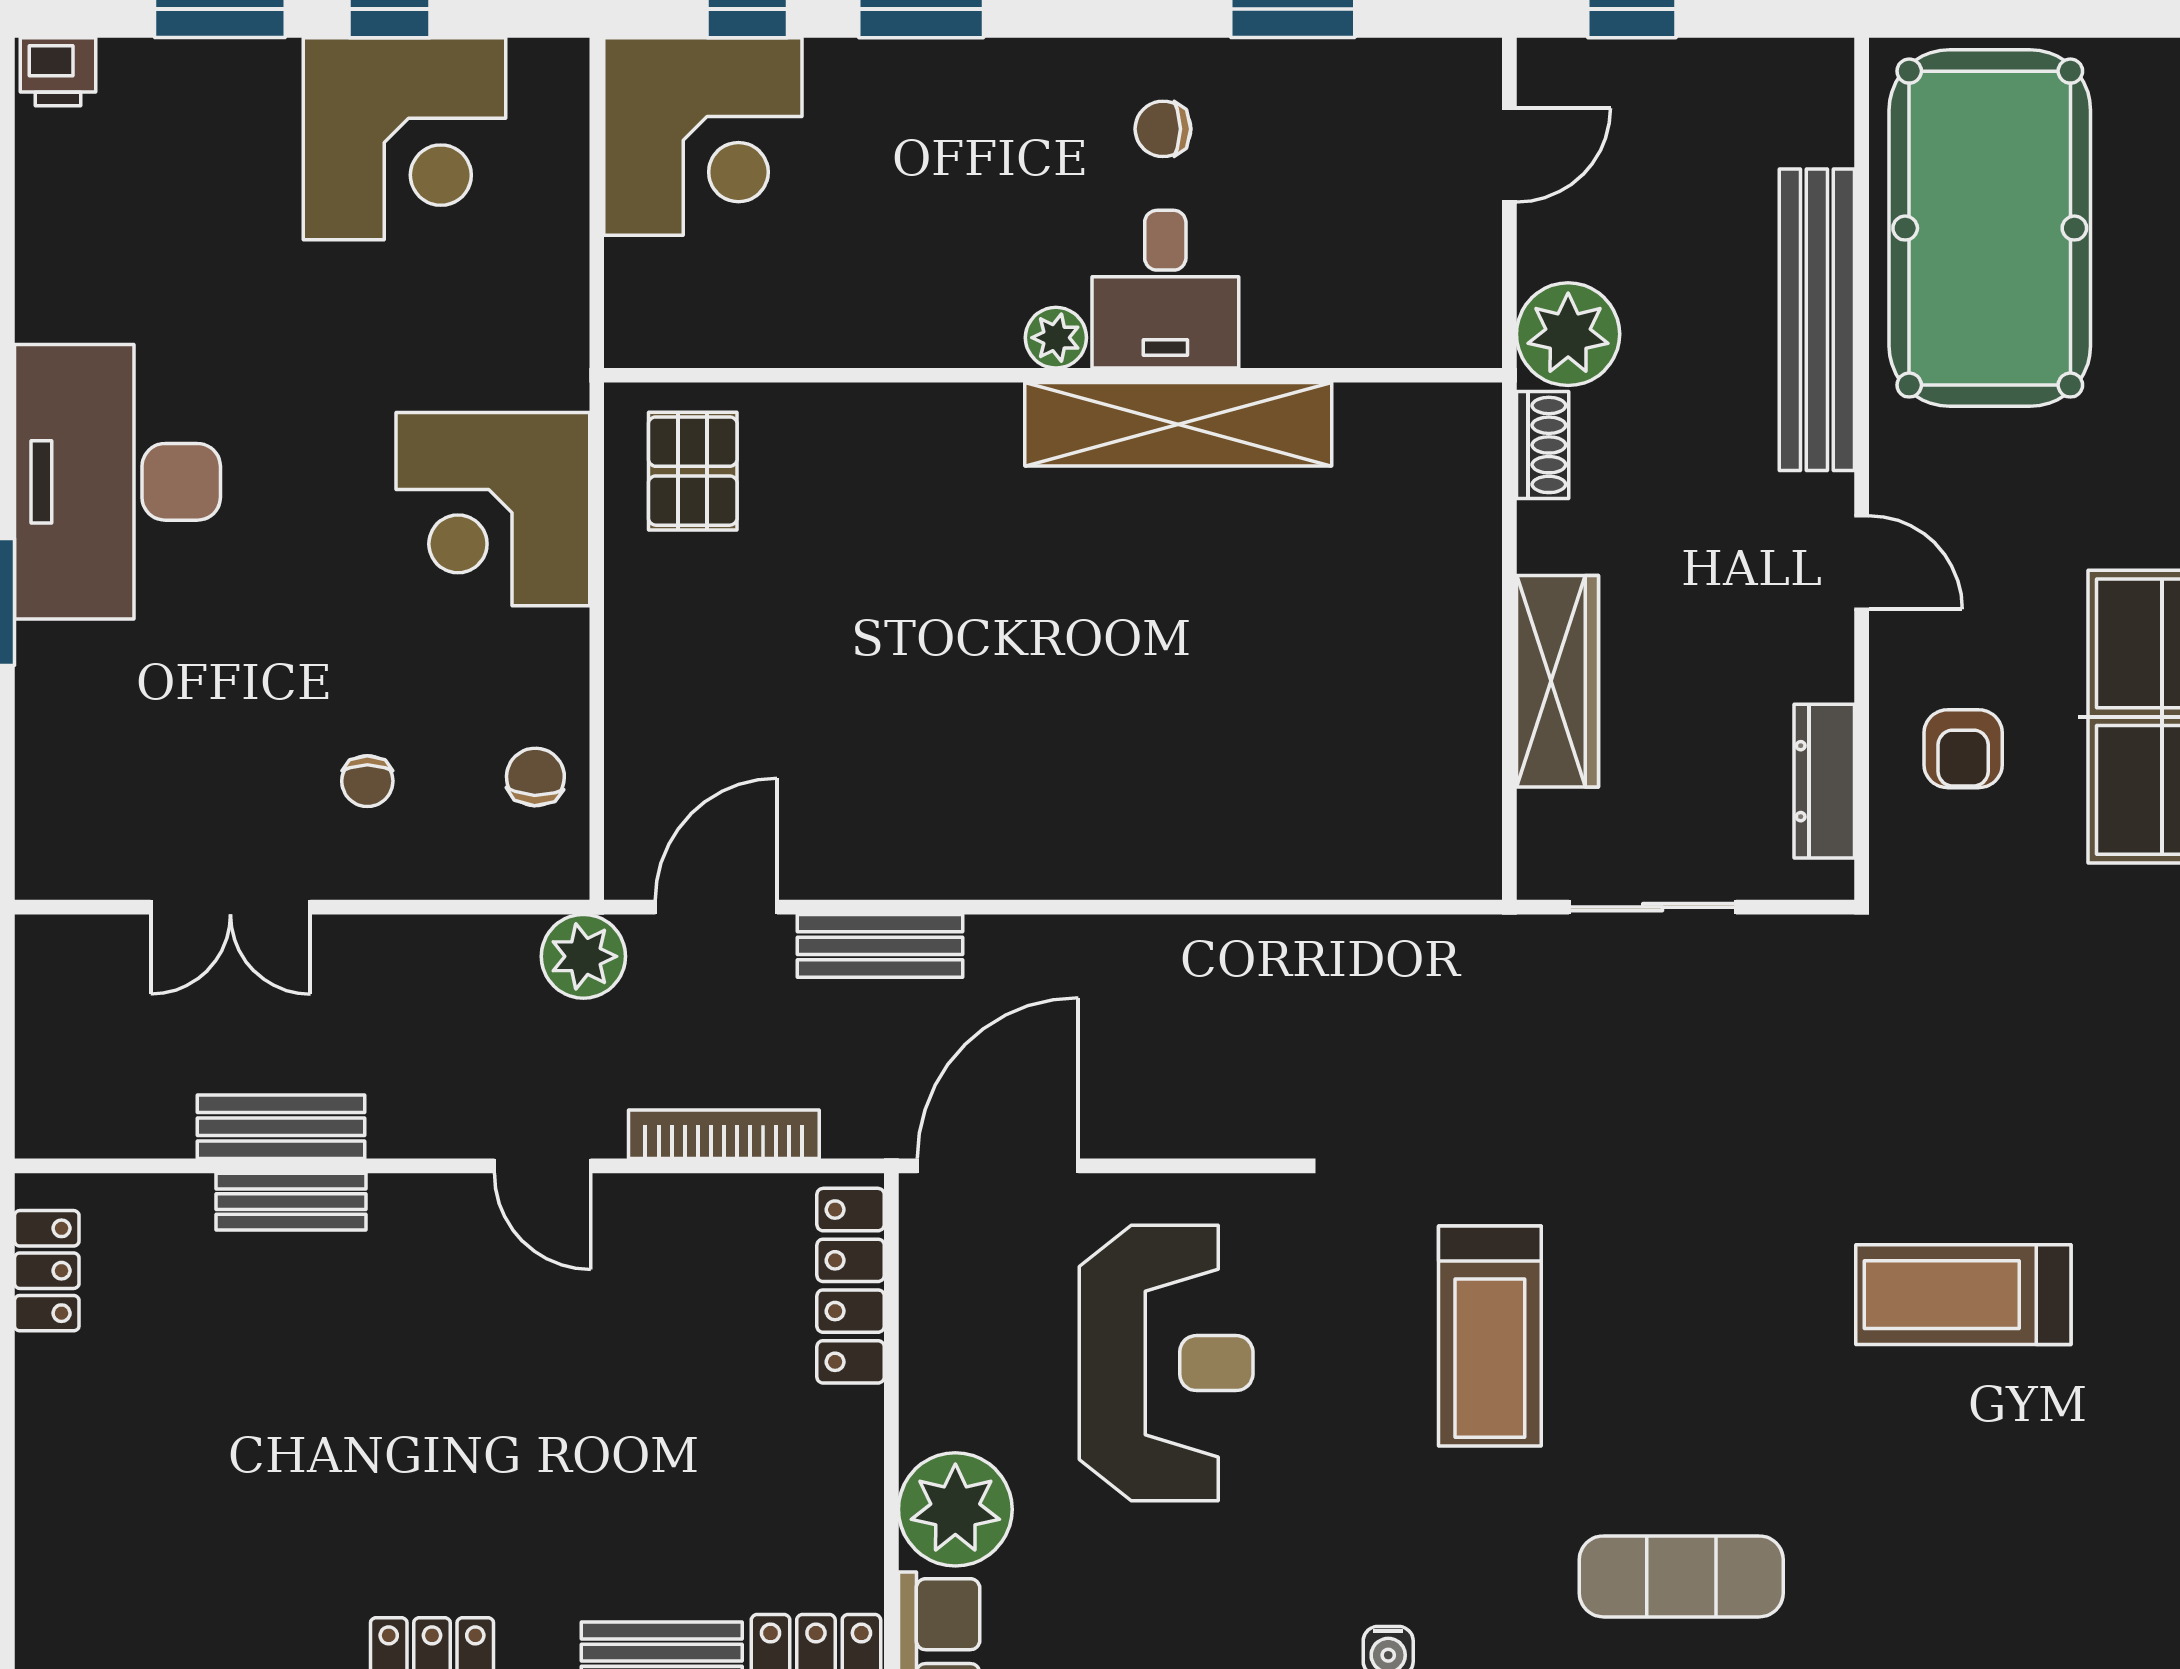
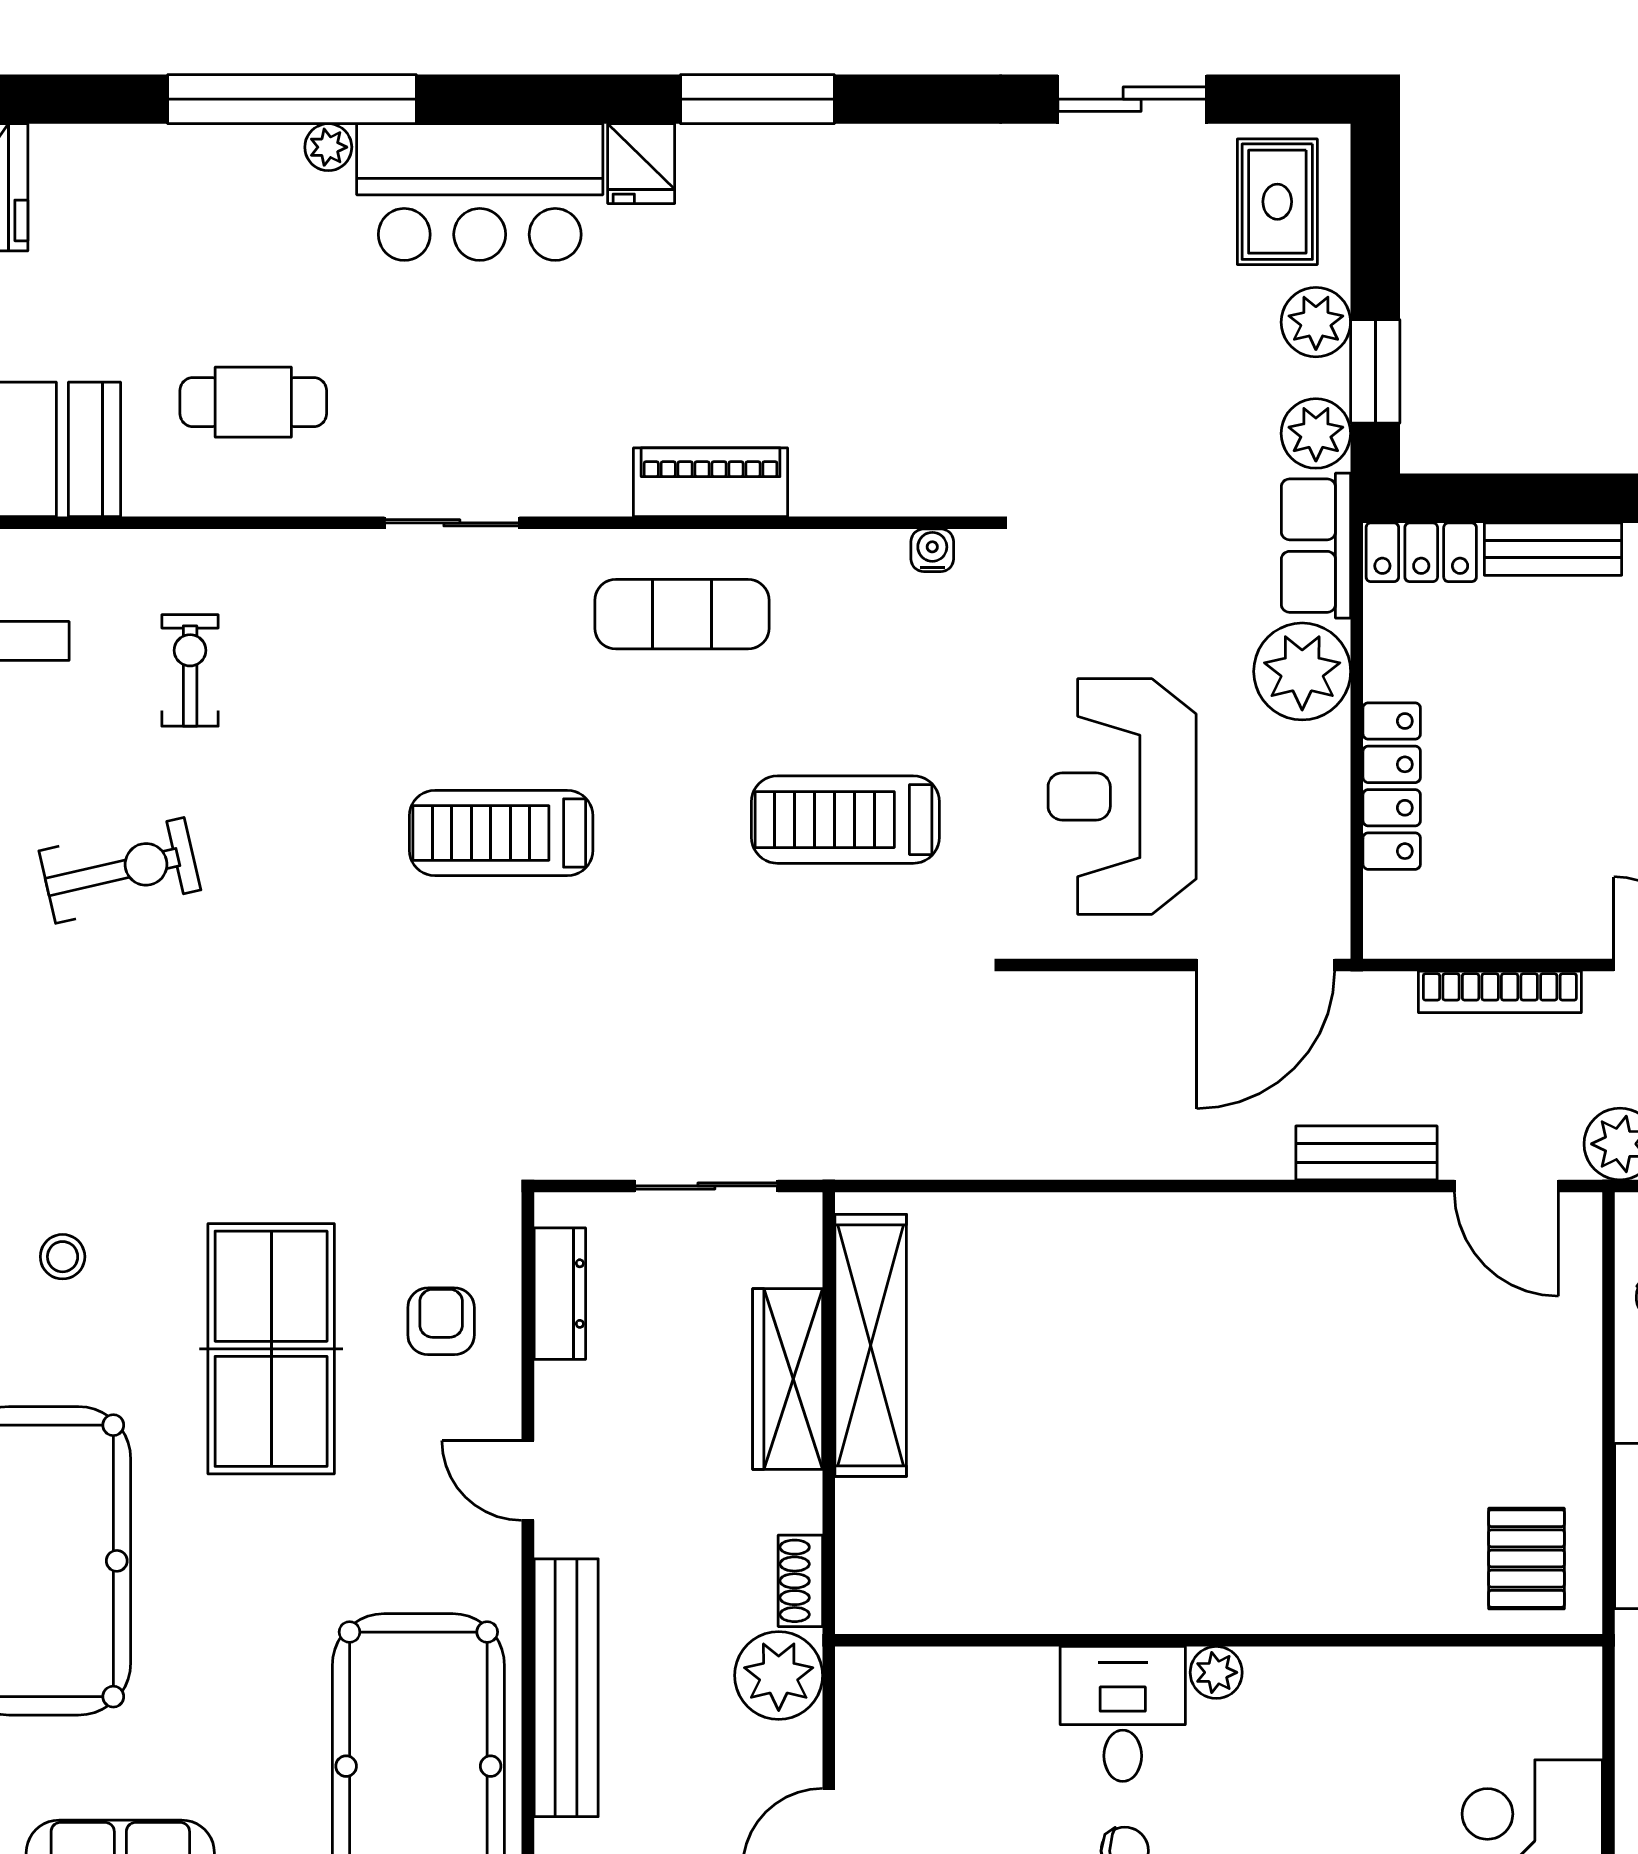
shelving: (1178, 424) -> (871, 1345), moved, turned 90
door: (716, 907) -> (1506, 1186), hinge flipped
locker: (851, 1286) -> (1392, 786), moved
treadmill: (1963, 1295) -> (501, 833), moved, turned 180
treadmill: (1490, 1336) -> (845, 820), turned -90

